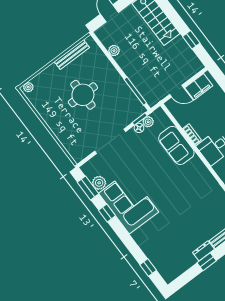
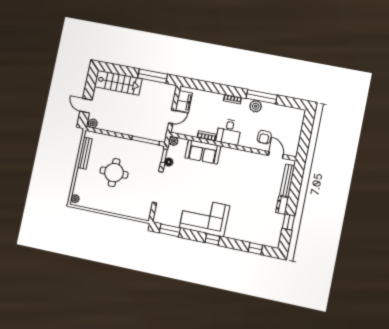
window: (191, 40) -> (153, 76), width x2.17
plant: (114, 51) -> (93, 123), moved
plant: (148, 122) -> (173, 141), moved
plant: (99, 183) -> (174, 221), removed
window: (107, 213) -> (212, 239), moved
window: (207, 262) -> (288, 222), moved

